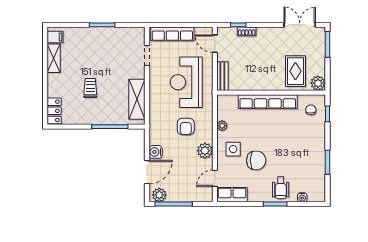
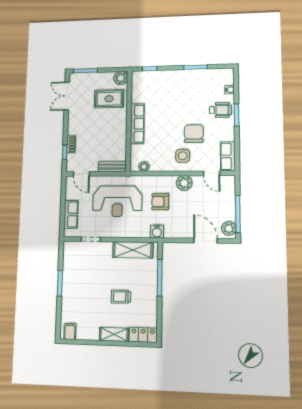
row of seats: (172, 34) -> (71, 214), width x0.68
door: (215, 44) -> (81, 174), hinge flipped
shelving: (54, 58) -> (114, 334), moved
row of seats: (268, 102) -> (137, 124), width x0.73
chair: (311, 110) -> (146, 84), removed
armchair: (186, 126) -> (160, 202), turned 180
plant: (222, 126) -> (144, 167), moved
water cooler: (156, 152) -> (157, 232), moved

